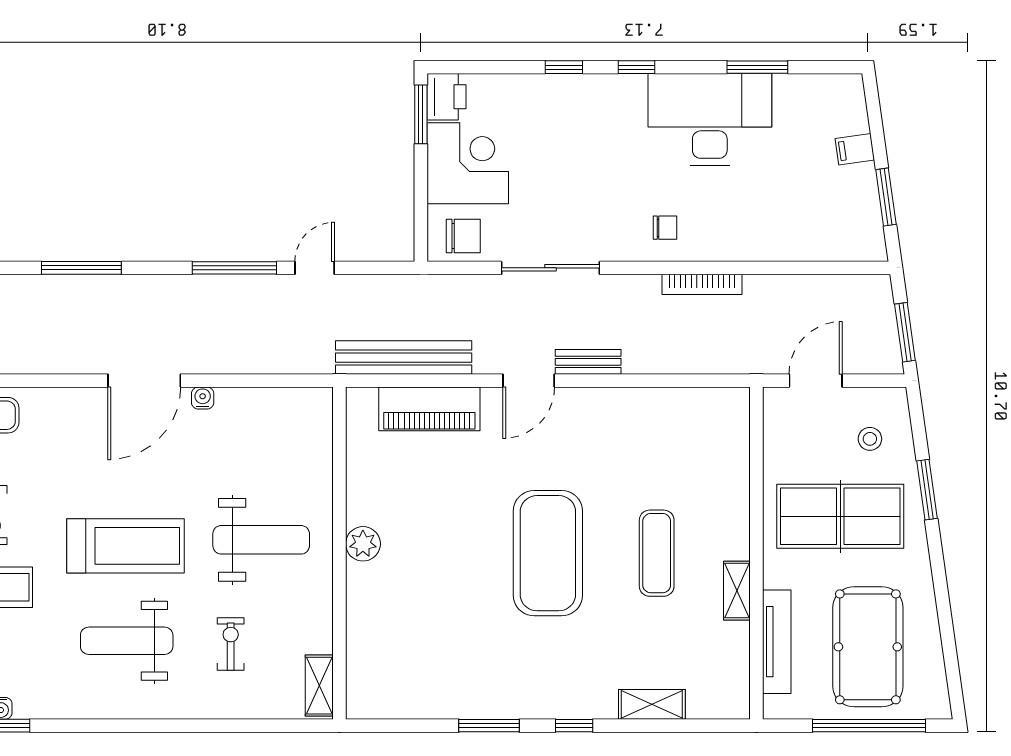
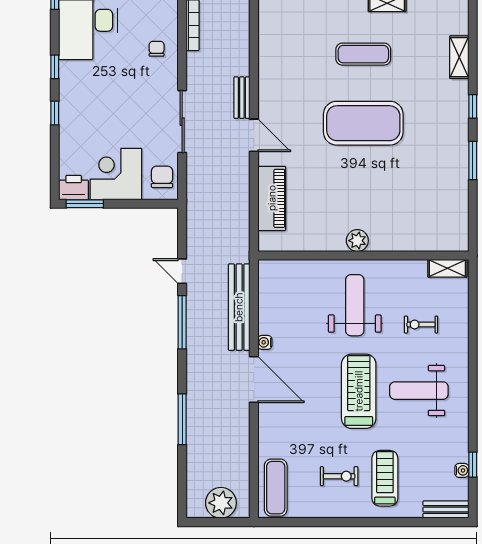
bench: (404, 358) -> (239, 307), moved
weight bench: (127, 641) -> (419, 391), turned 90

